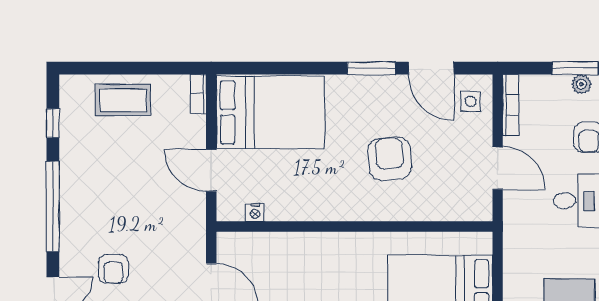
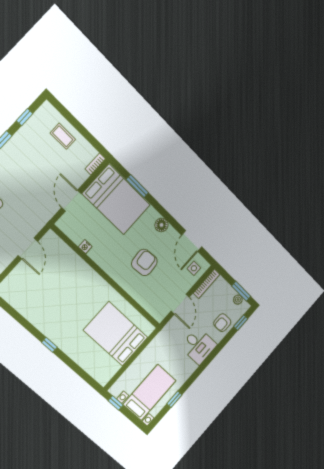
window: (371, 68) -> (137, 186), moved
floor lamp: (366, 87) -> (161, 225), added
coffee table: (123, 100) -> (63, 136), width x0.73, depth x0.77
nightstand: (255, 213) -> (85, 247), moved

